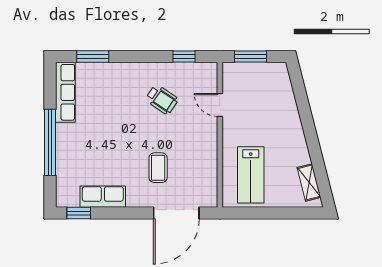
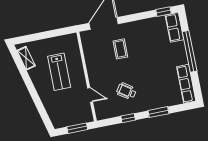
window: (93, 57) -> (158, 112), moved
window: (184, 57) -> (128, 118), moved
lab bench: (251, 175) -> (59, 72), moved, turned 180
row of seats: (103, 197) -> (174, 27), moved, turned 90

